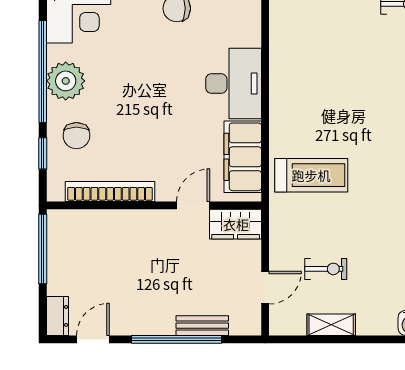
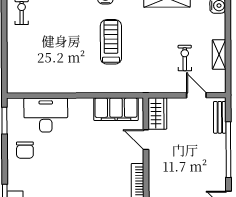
desk: (234, 83) -> (46, 115), moved
treadmill: (311, 175) -> (111, 42), moved
bench: (202, 326) -> (220, 117), moved

